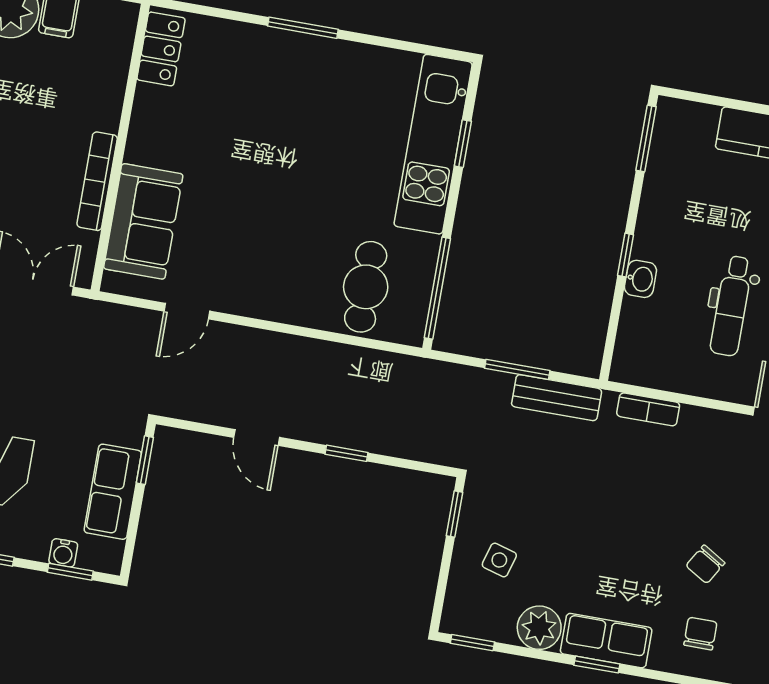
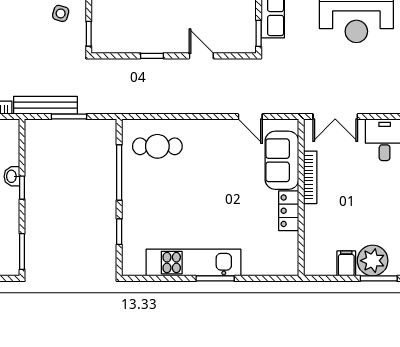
locker: (161, 49) -> (289, 211), moved
kitchen unit: (433, 144) -> (193, 263), moved, turned -90
cafe table: (366, 287) -> (157, 146), turned 90
window: (437, 288) -> (119, 173), moved
door: (187, 311) -> (250, 117), swing flipped
bench: (557, 398) -> (45, 105), width x1.36

